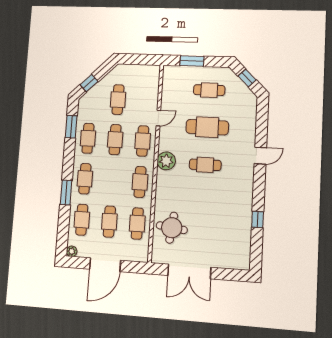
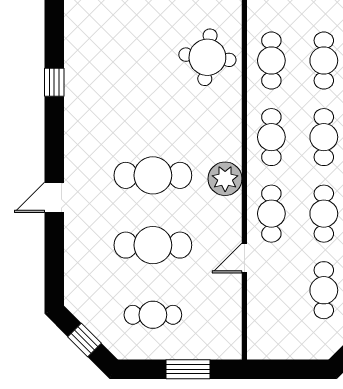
cafe table: (205, 165) -> (153, 175), width x1.37, depth x1.35
cafe table: (112, 180) -> (324, 137), added

